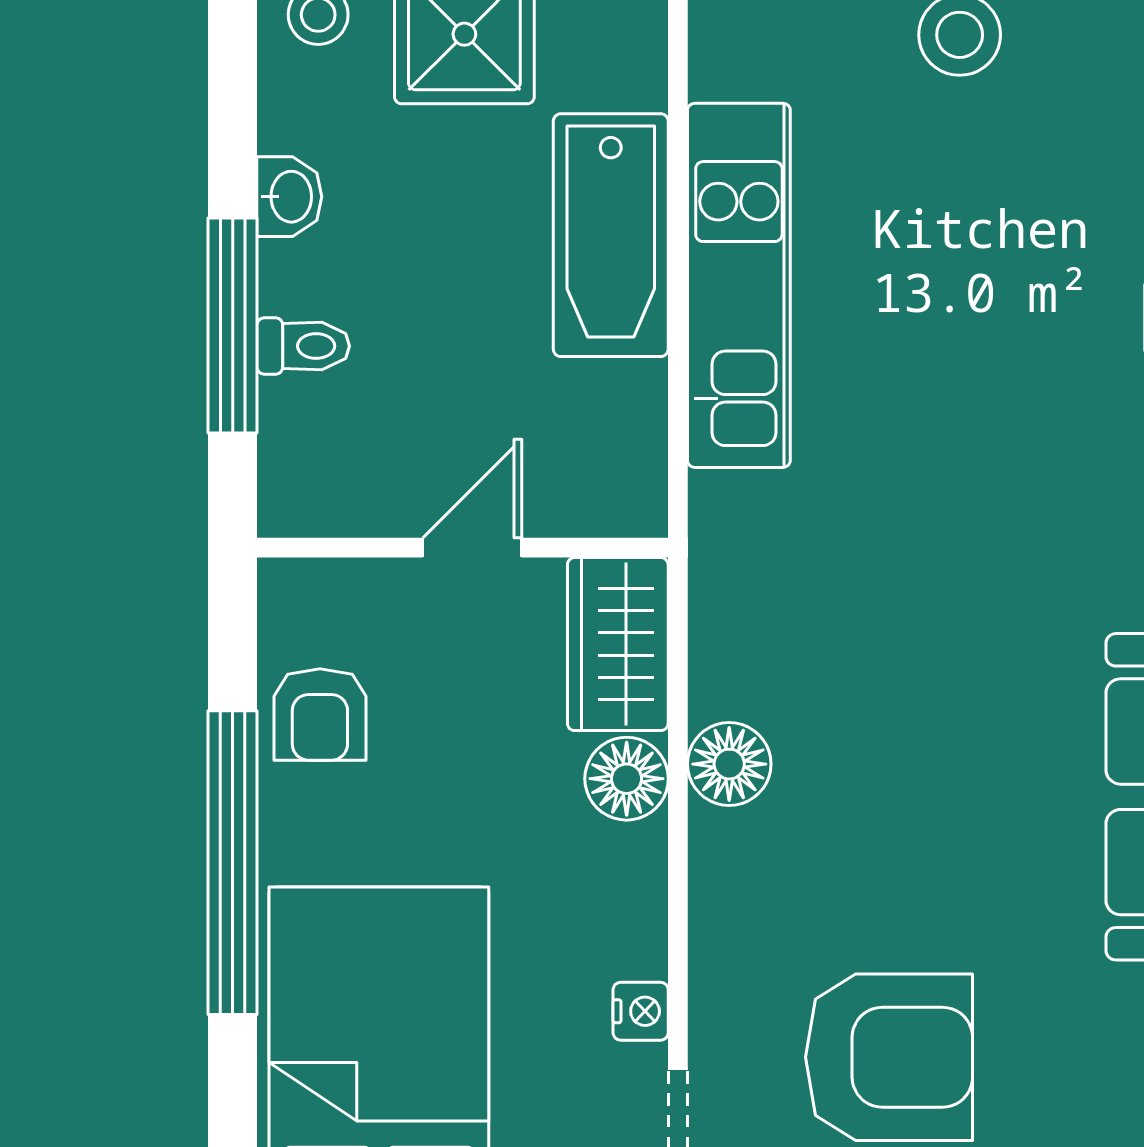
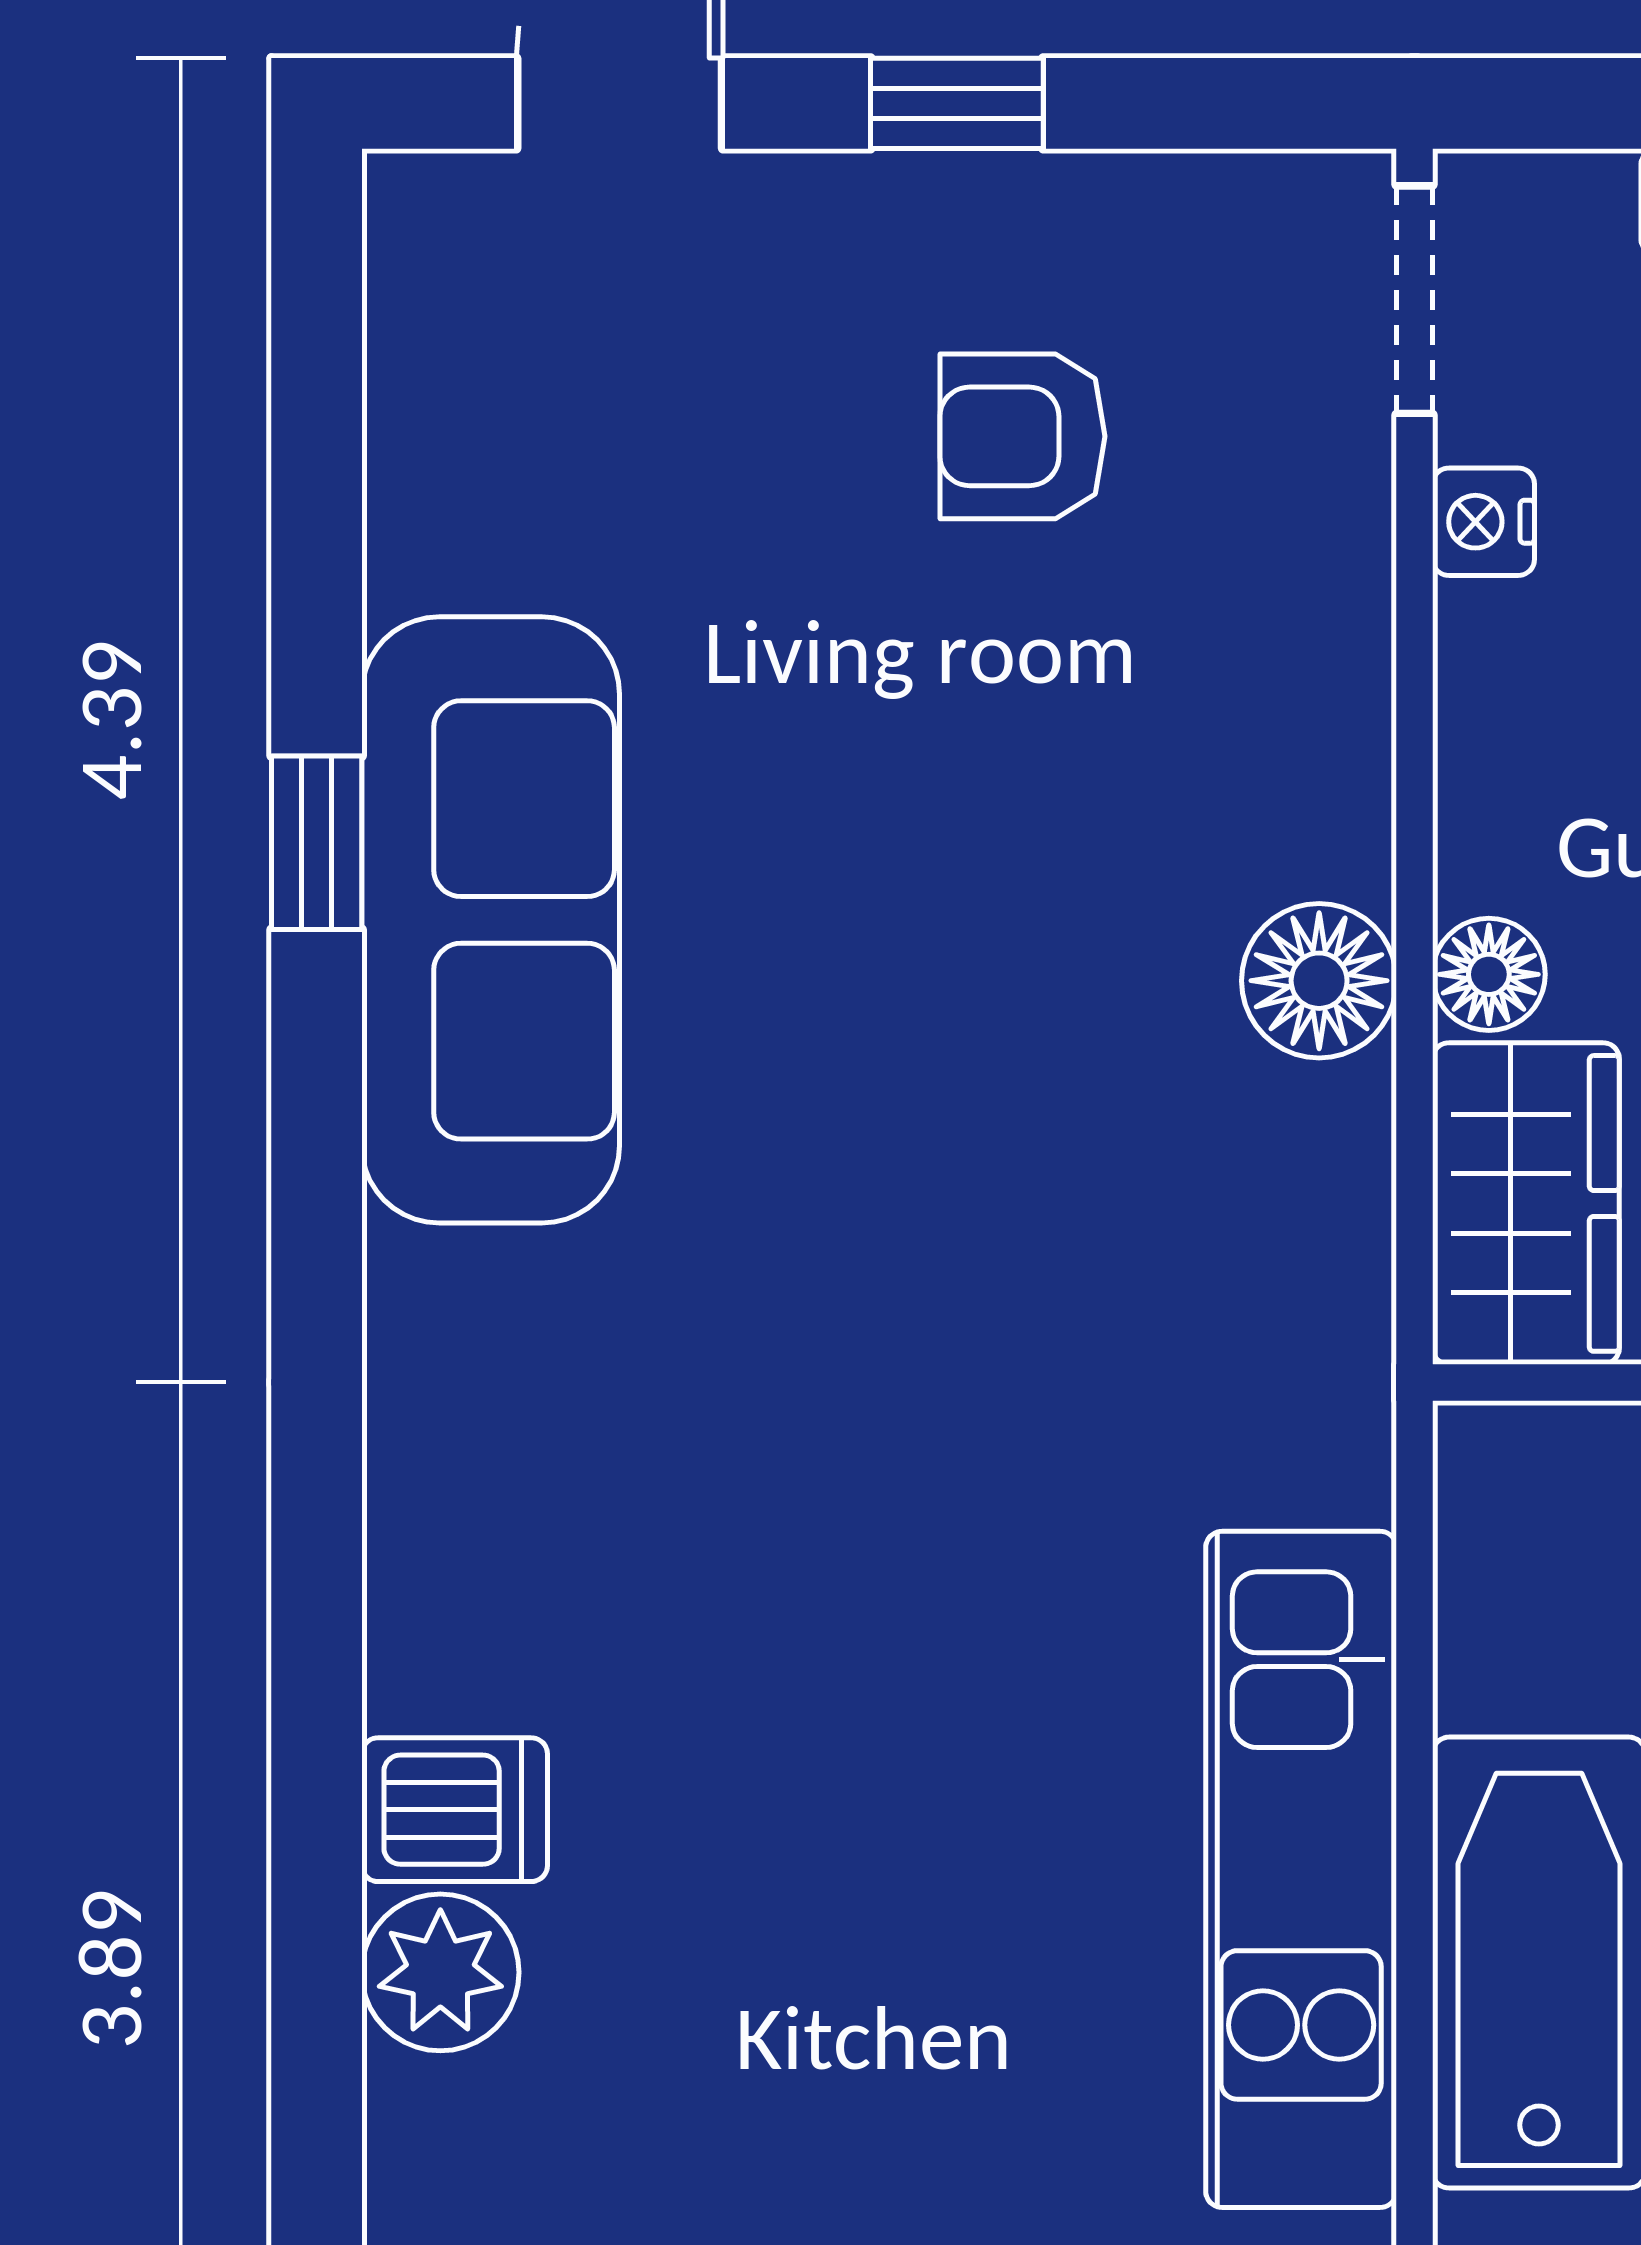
floor lamp: (627, 779) -> (1489, 974), width x0.73, depth x0.73
armchair: (889, 1057) -> (1022, 436), width x0.53, depth x0.53

